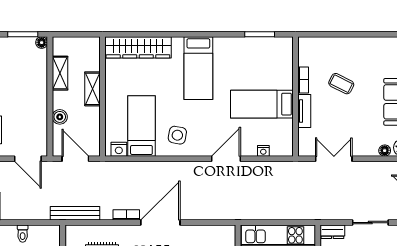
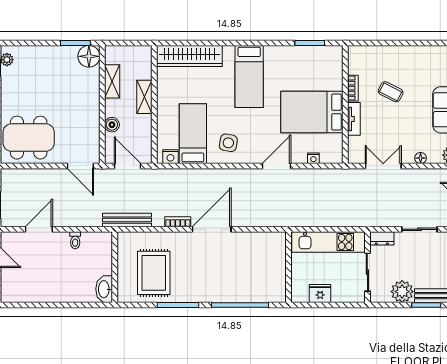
floor lamp: (42, 43) -> (89, 56), width x1.89, depth x1.89
bed: (262, 104) -> (312, 112), width x1.50
floor lamp: (385, 151) -> (421, 158), moved

